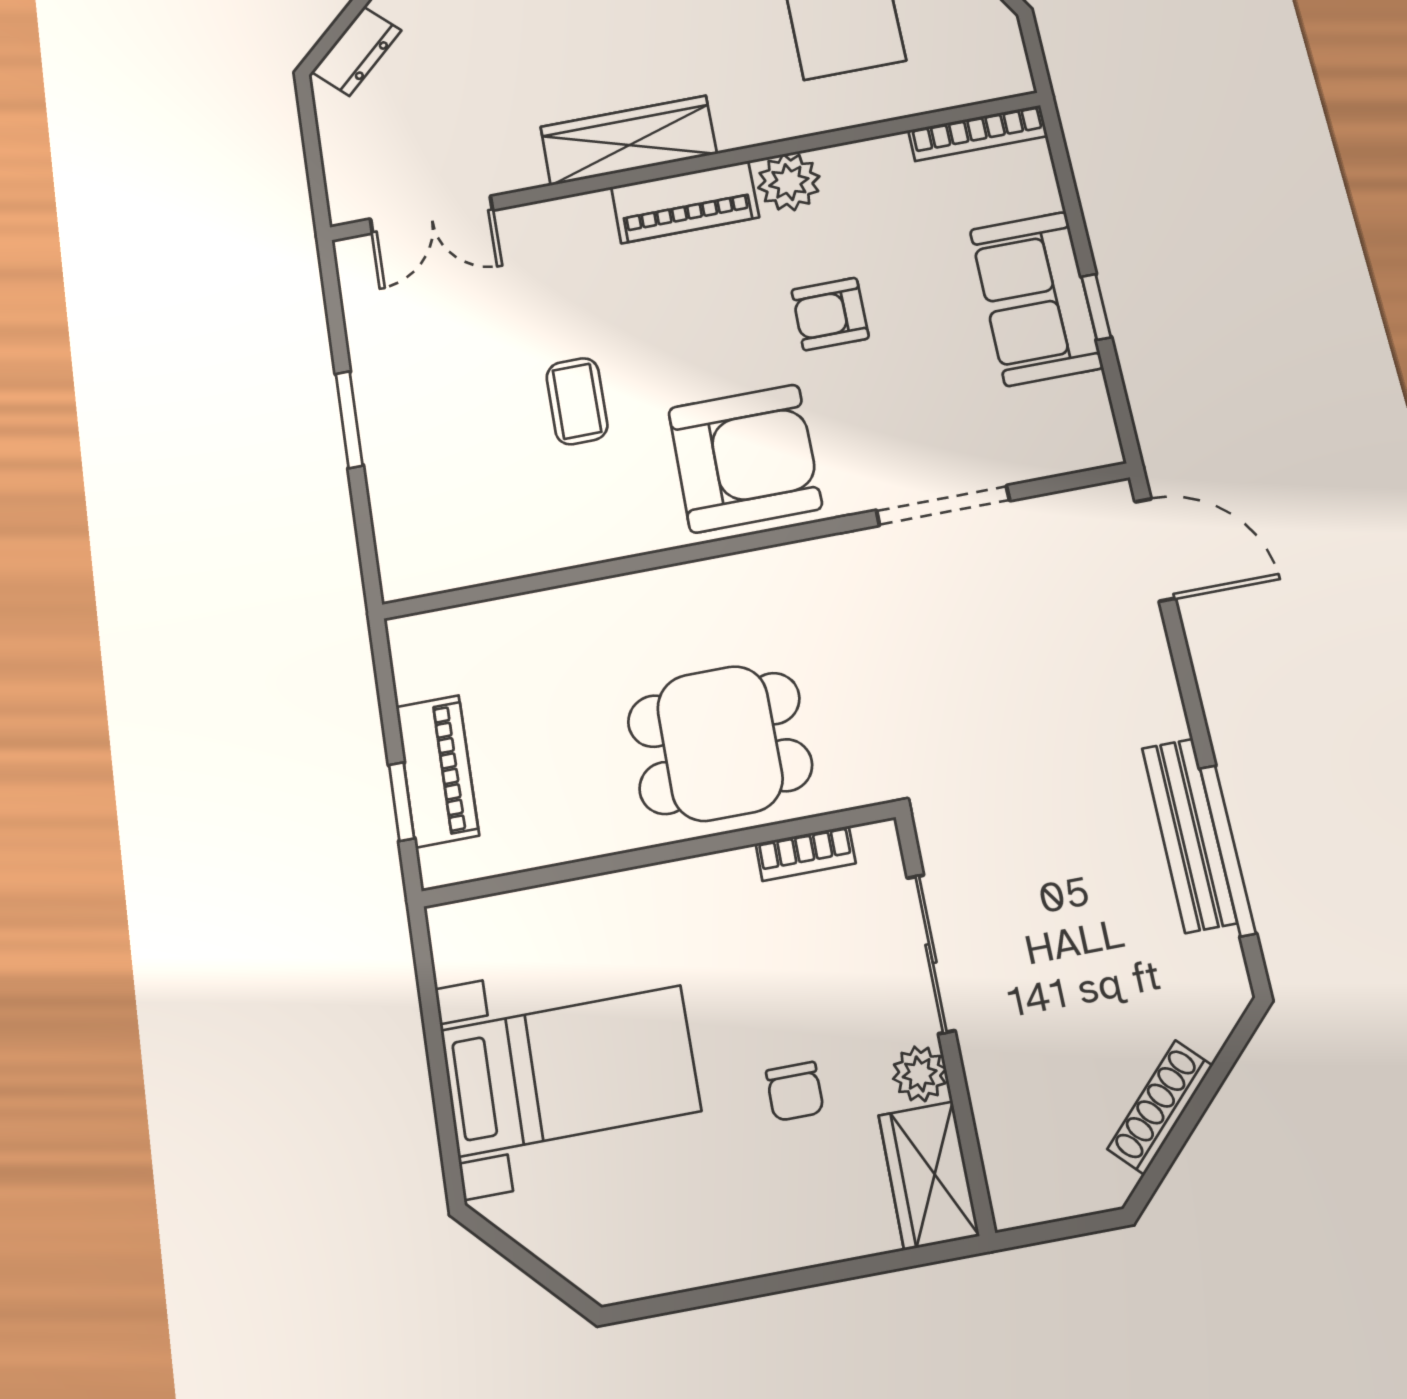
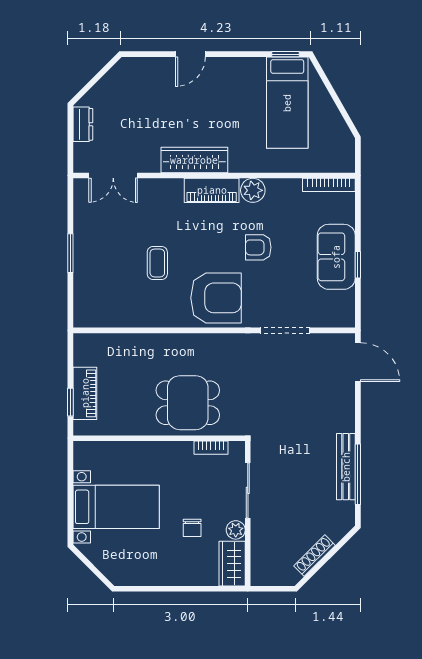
dresser: (356, 51) -> (83, 124), moved, turned -45

